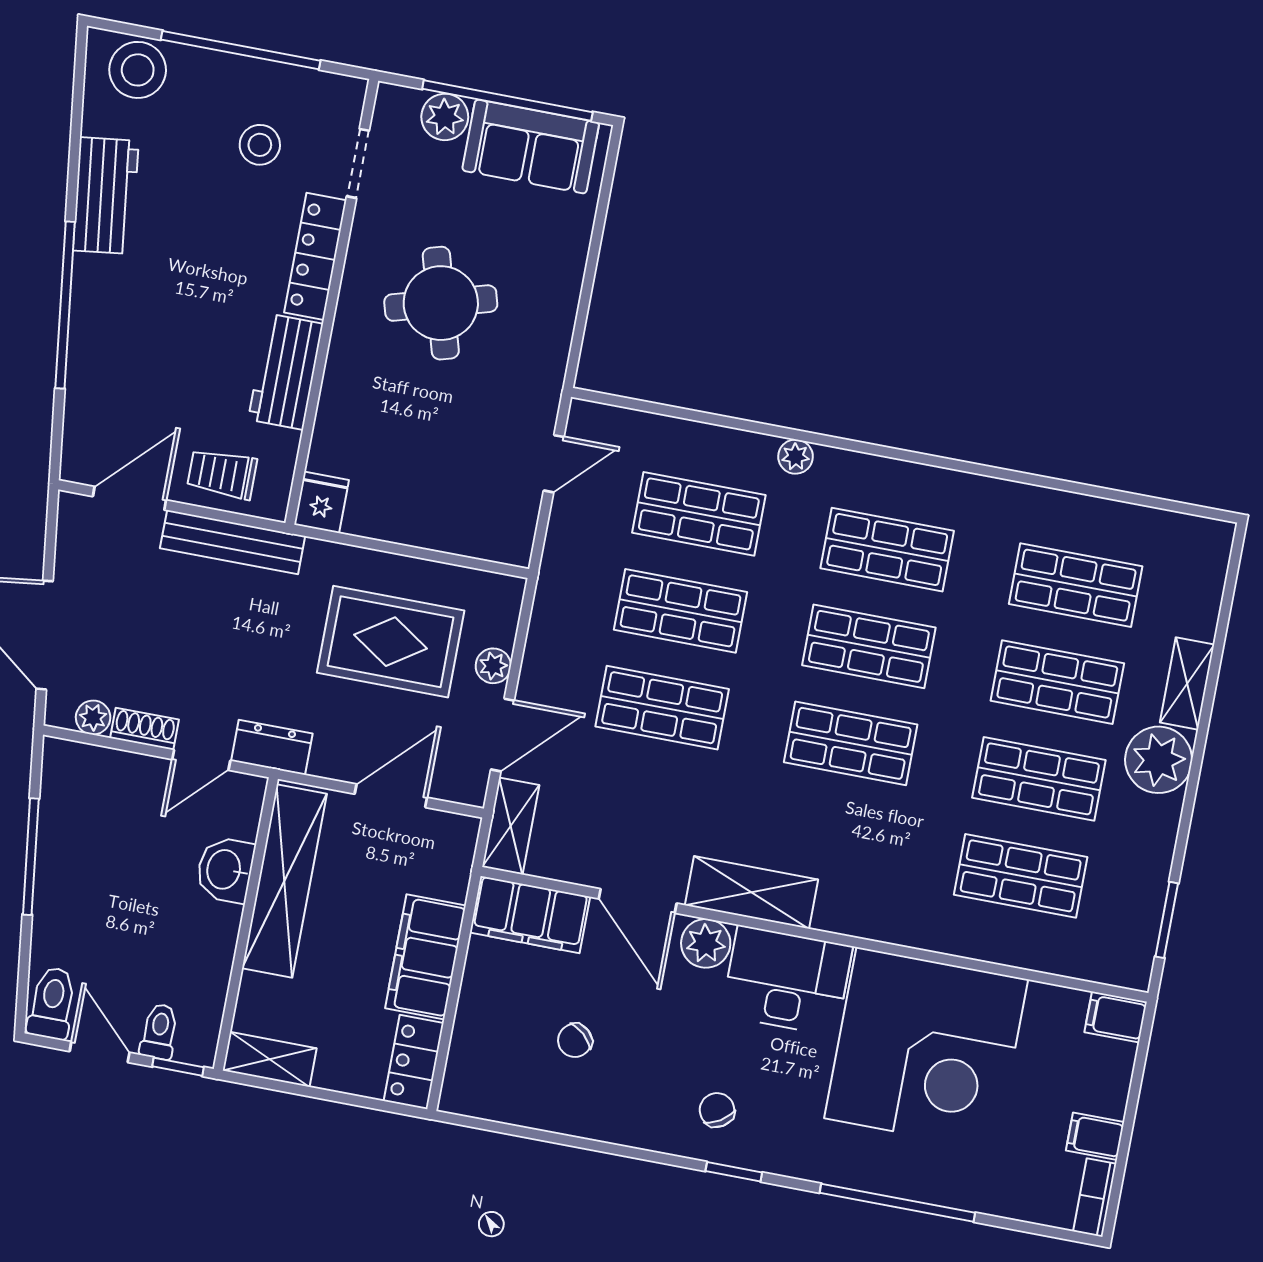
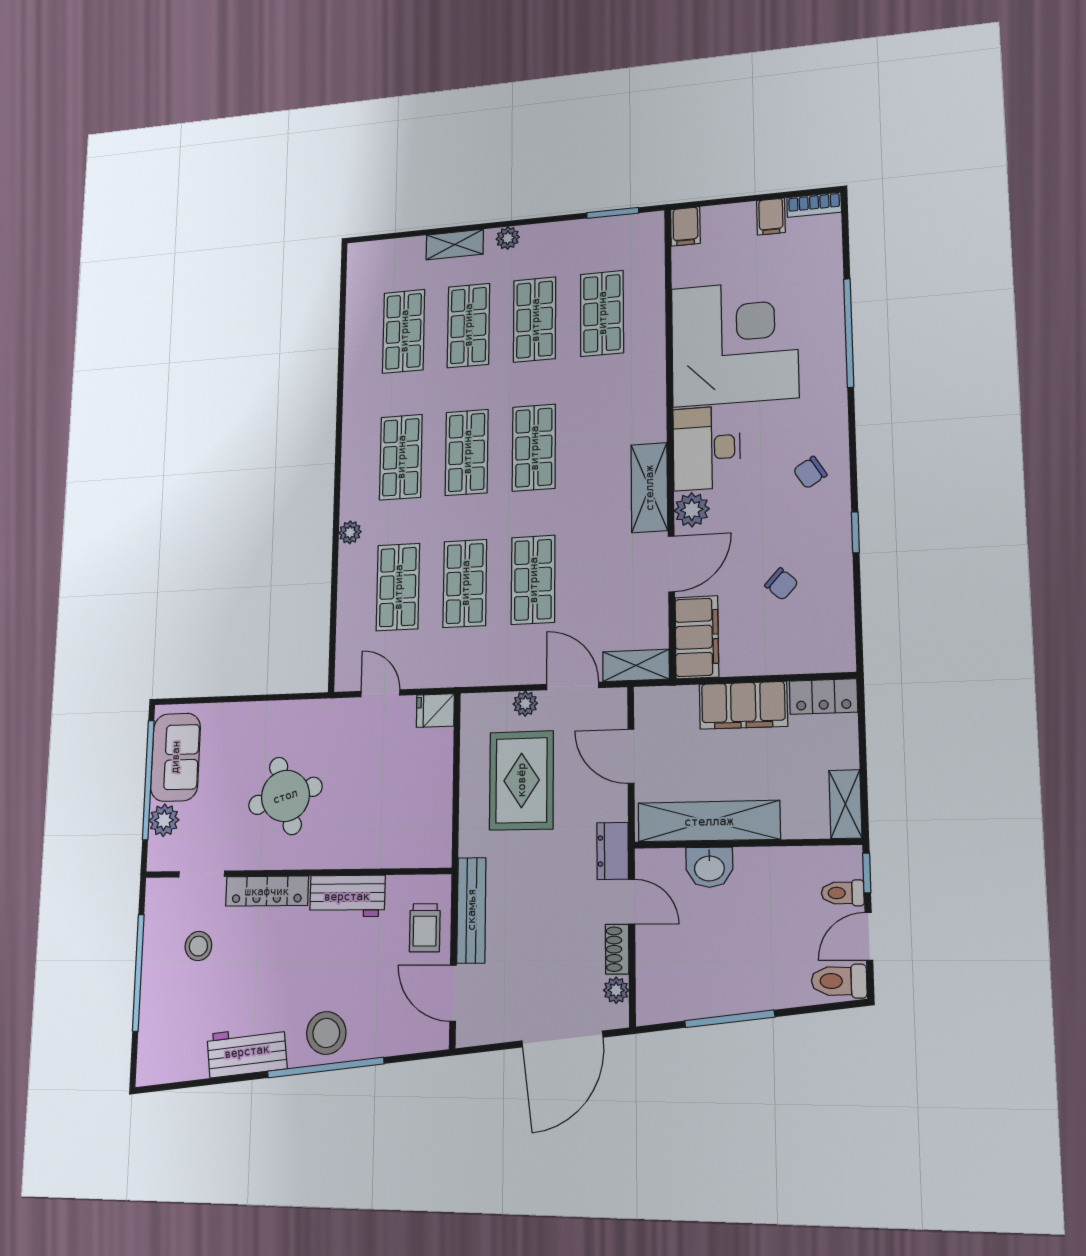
stool: (138, 70) -> (326, 1033), moved
fridge: (322, 502) -> (435, 711), moved
plant: (1159, 760) -> (508, 238), width x0.53, depth x0.53
window: (734, 1172) -> (855, 532), moved

